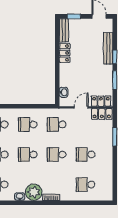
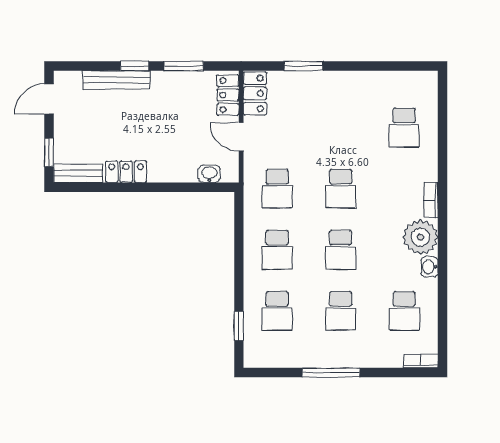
school desk: (86, 154) -> (341, 128), removed

